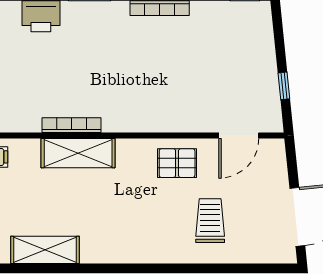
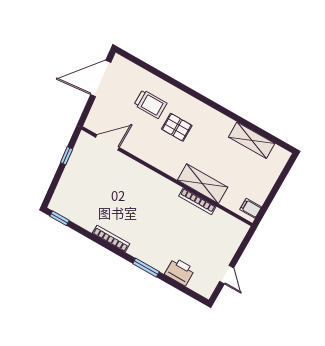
pallet: (177, 163) -> (177, 127), moved
trolley: (210, 221) -> (150, 104), turned -90

